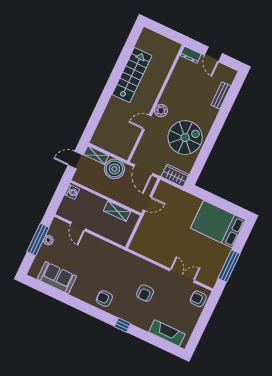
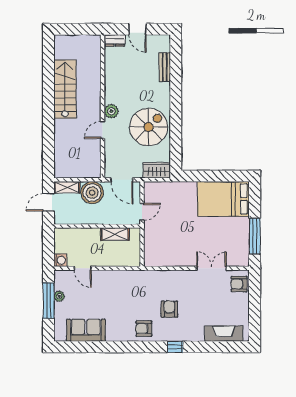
washing machine: (72, 192) -> (60, 260), moved
armchair: (145, 293) -> (169, 309), moved, turned 180

